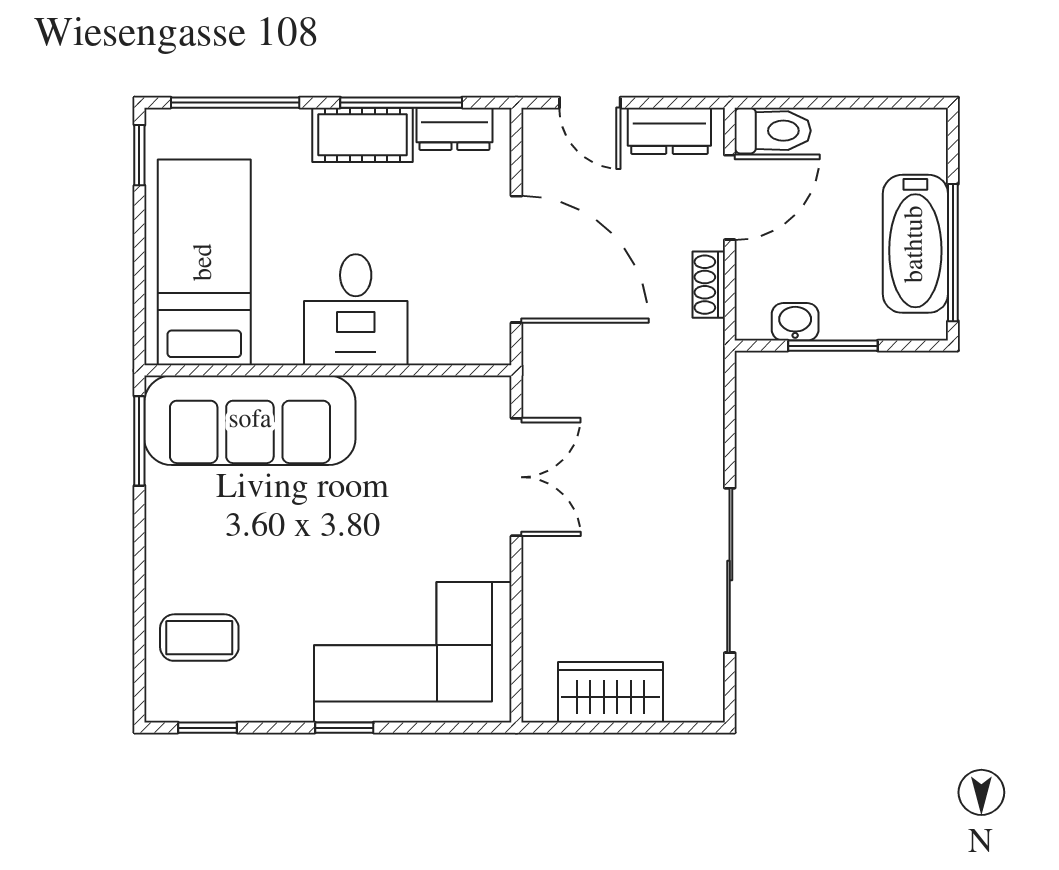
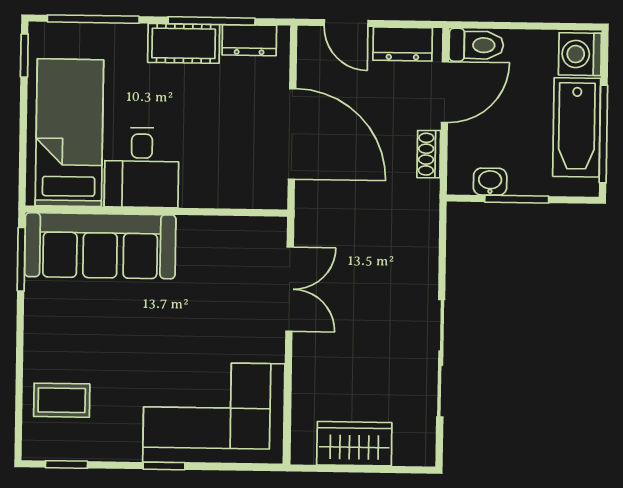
washing machine: (918, 141) -> (580, 54), added
desk: (356, 310) -> (142, 168), moved

